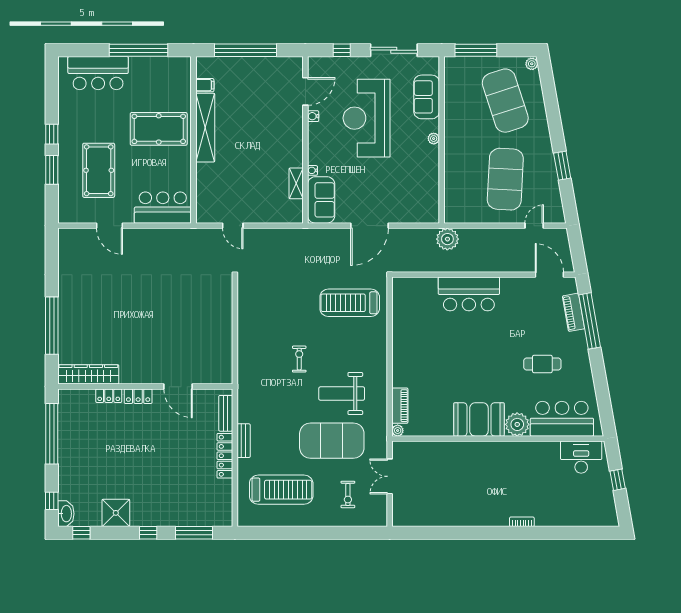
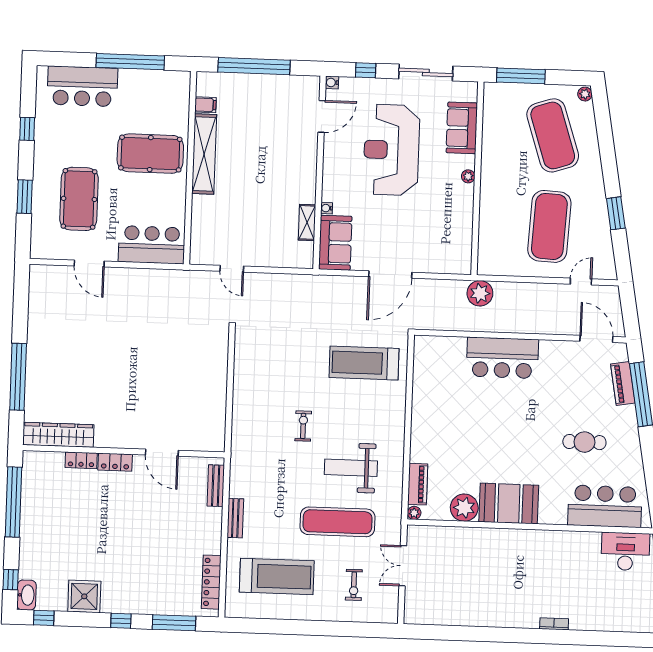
water cooler: (313, 116) -> (332, 83), moved
window: (52, 134) -> (27, 129), moved
plant: (517, 424) -> (464, 508), moved
exercise mat: (332, 441) -> (338, 522), width x0.68
locker: (225, 456) -> (211, 582), moved

